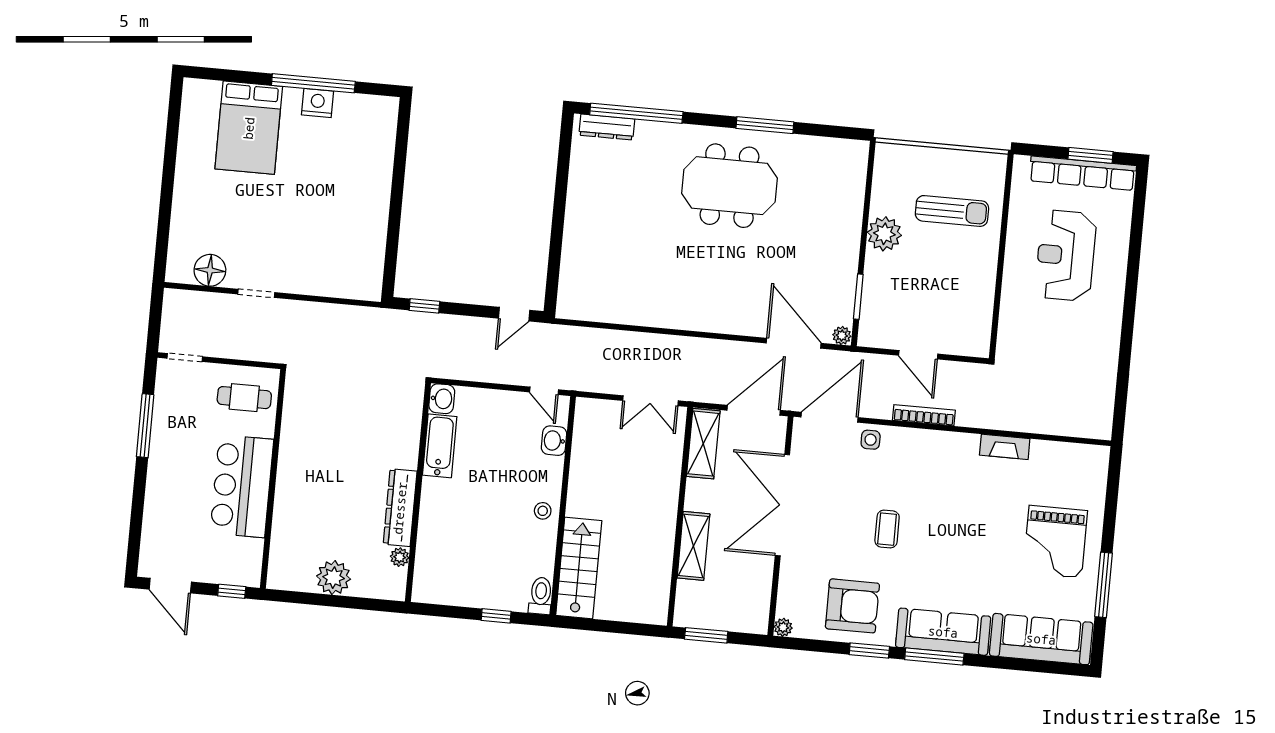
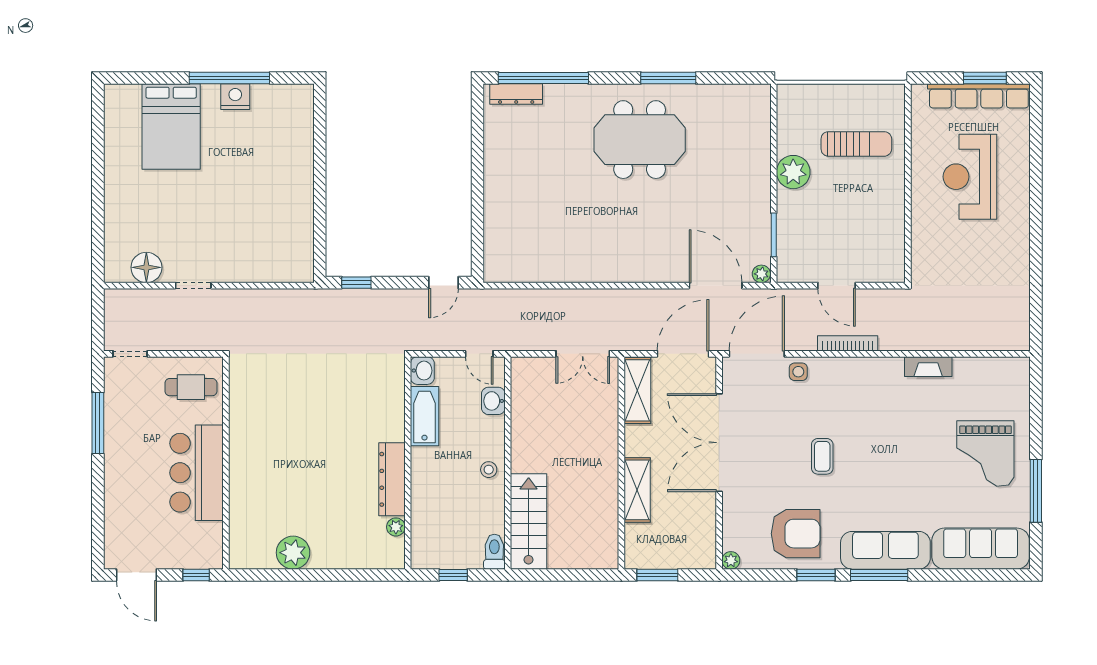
washbasin: (442, 399) -> (422, 371), moved
bathtub: (440, 446) -> (424, 416), moved
wall: (418, 492) -> (408, 463), moved
dresser: (400, 508) -> (392, 479), moved
plant: (400, 557) -> (396, 527), moved

